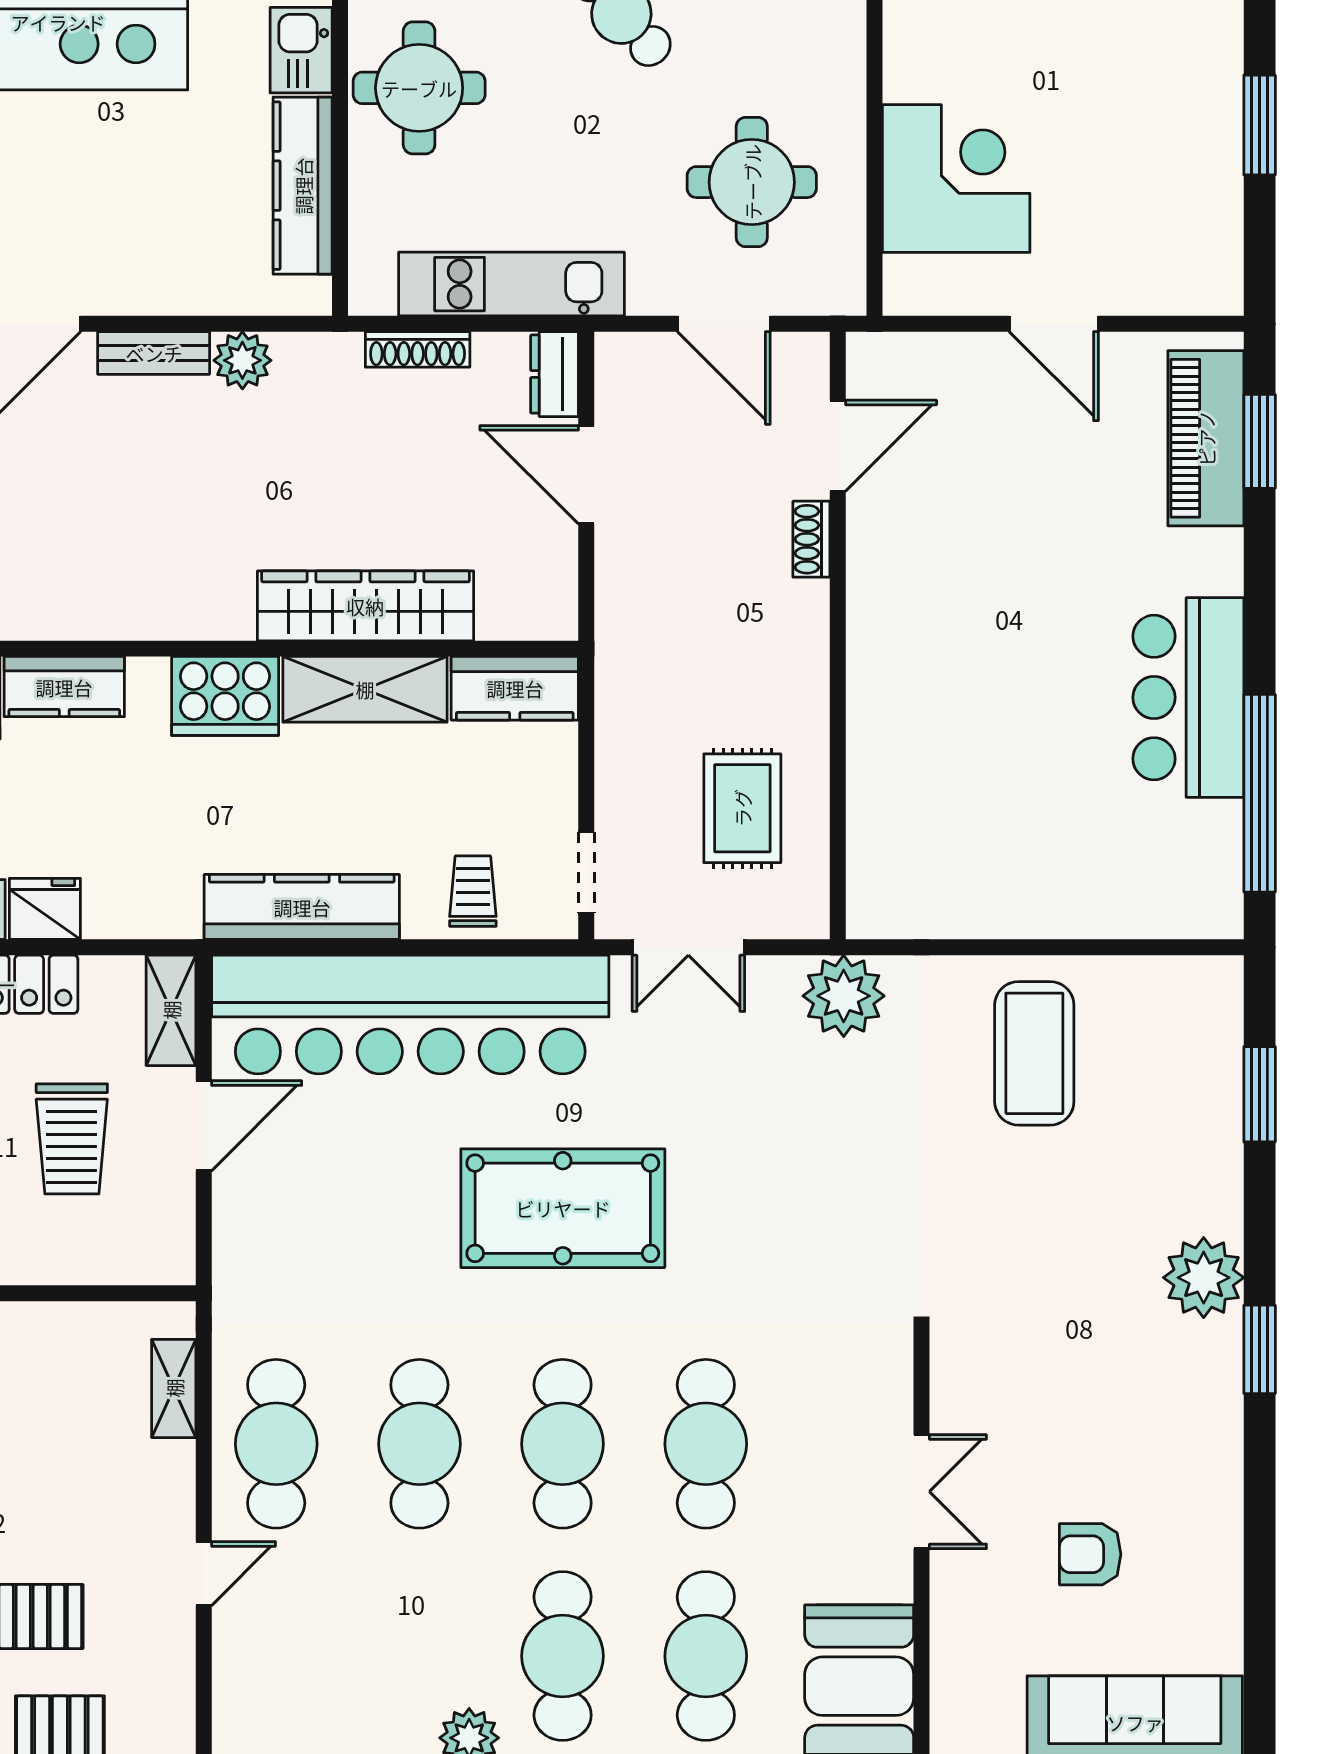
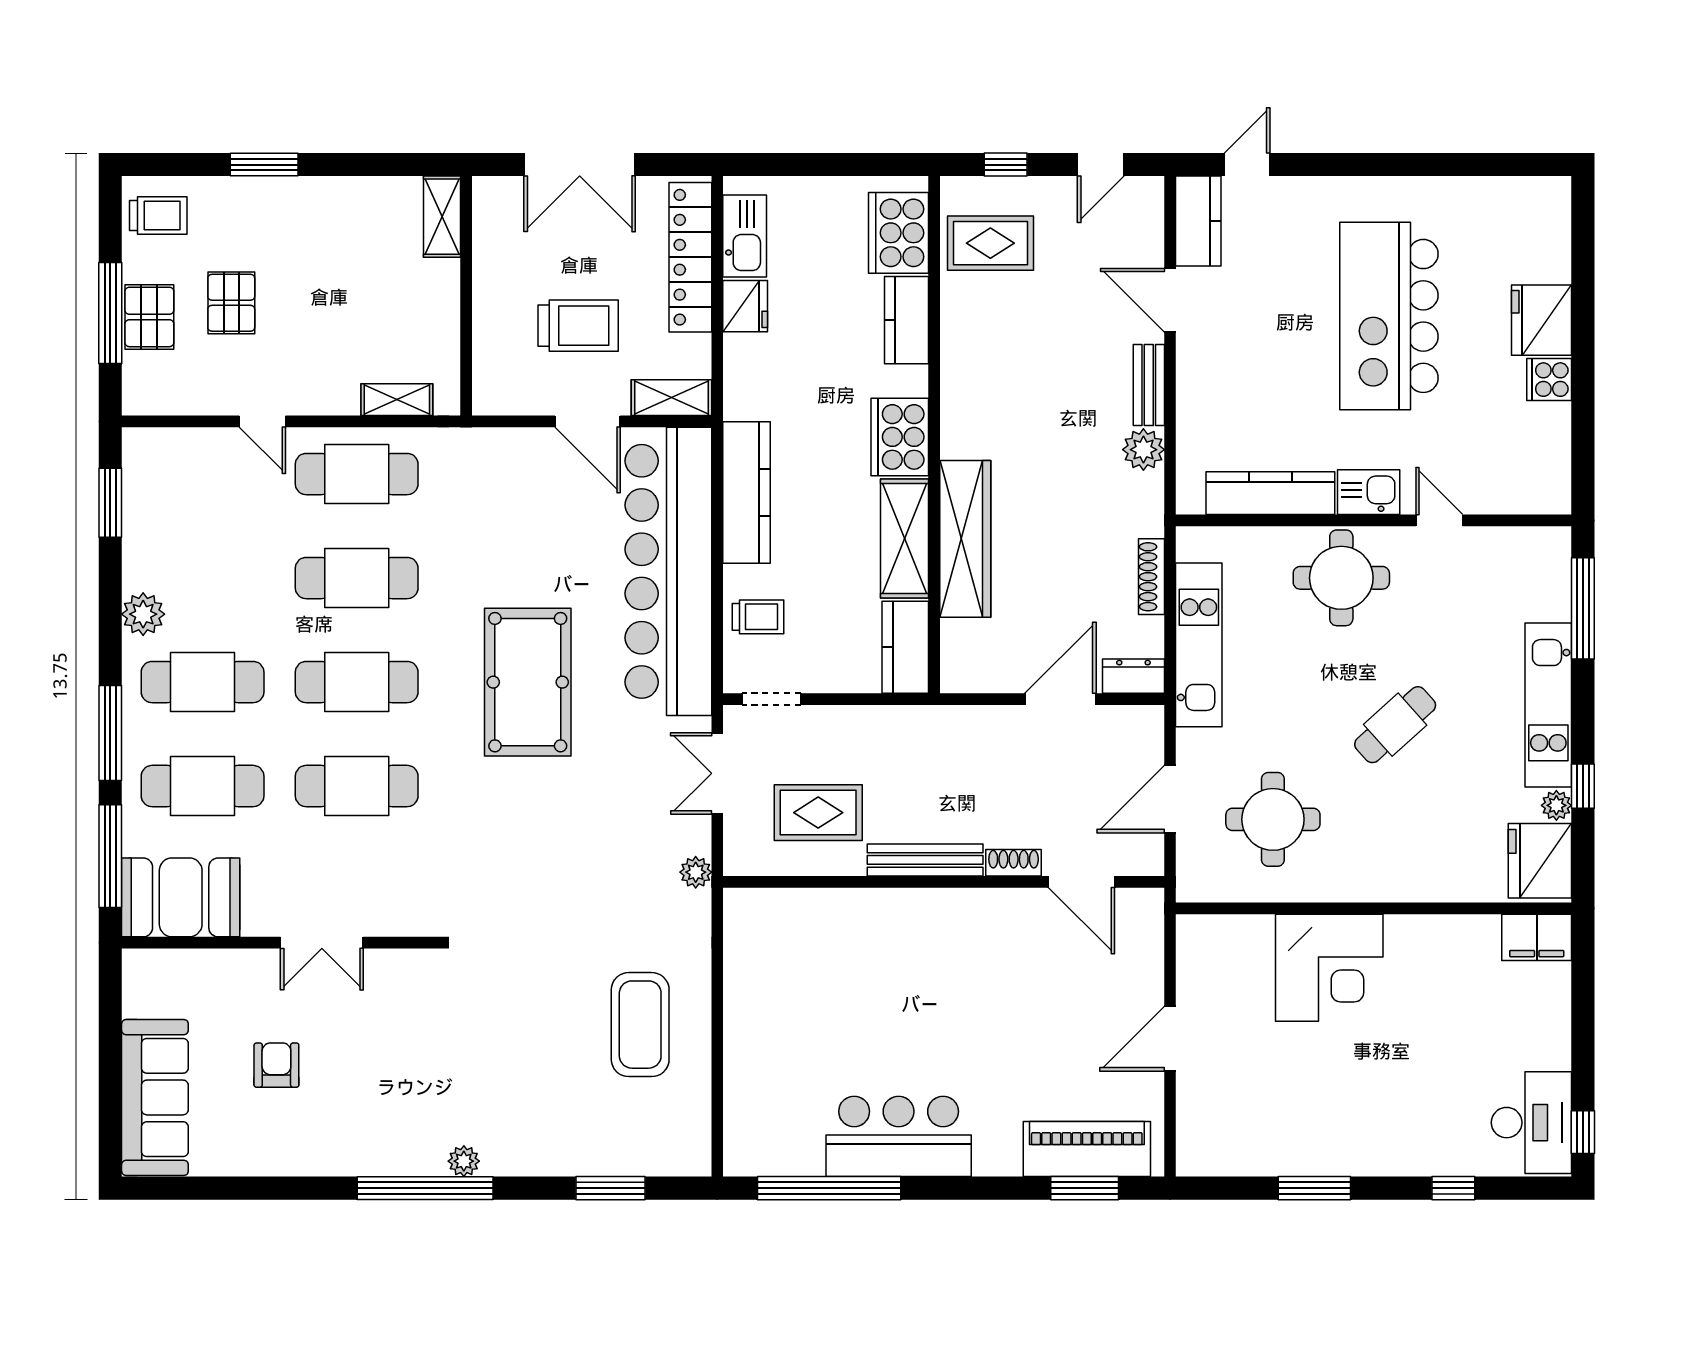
corner desk: (956, 179) -> (1329, 968), moved
bench: (808, 661) -> (925, 860), added
plant: (844, 996) -> (696, 872), width x0.53, depth x0.53
coffee table: (1034, 1053) -> (640, 1025), turned 90
trolley: (72, 1139) -> (578, 326), turned 180
plant: (1204, 1278) -> (464, 1161), width x0.53, depth x0.53
window: (1260, 1349) -> (425, 1188), width x2.11

